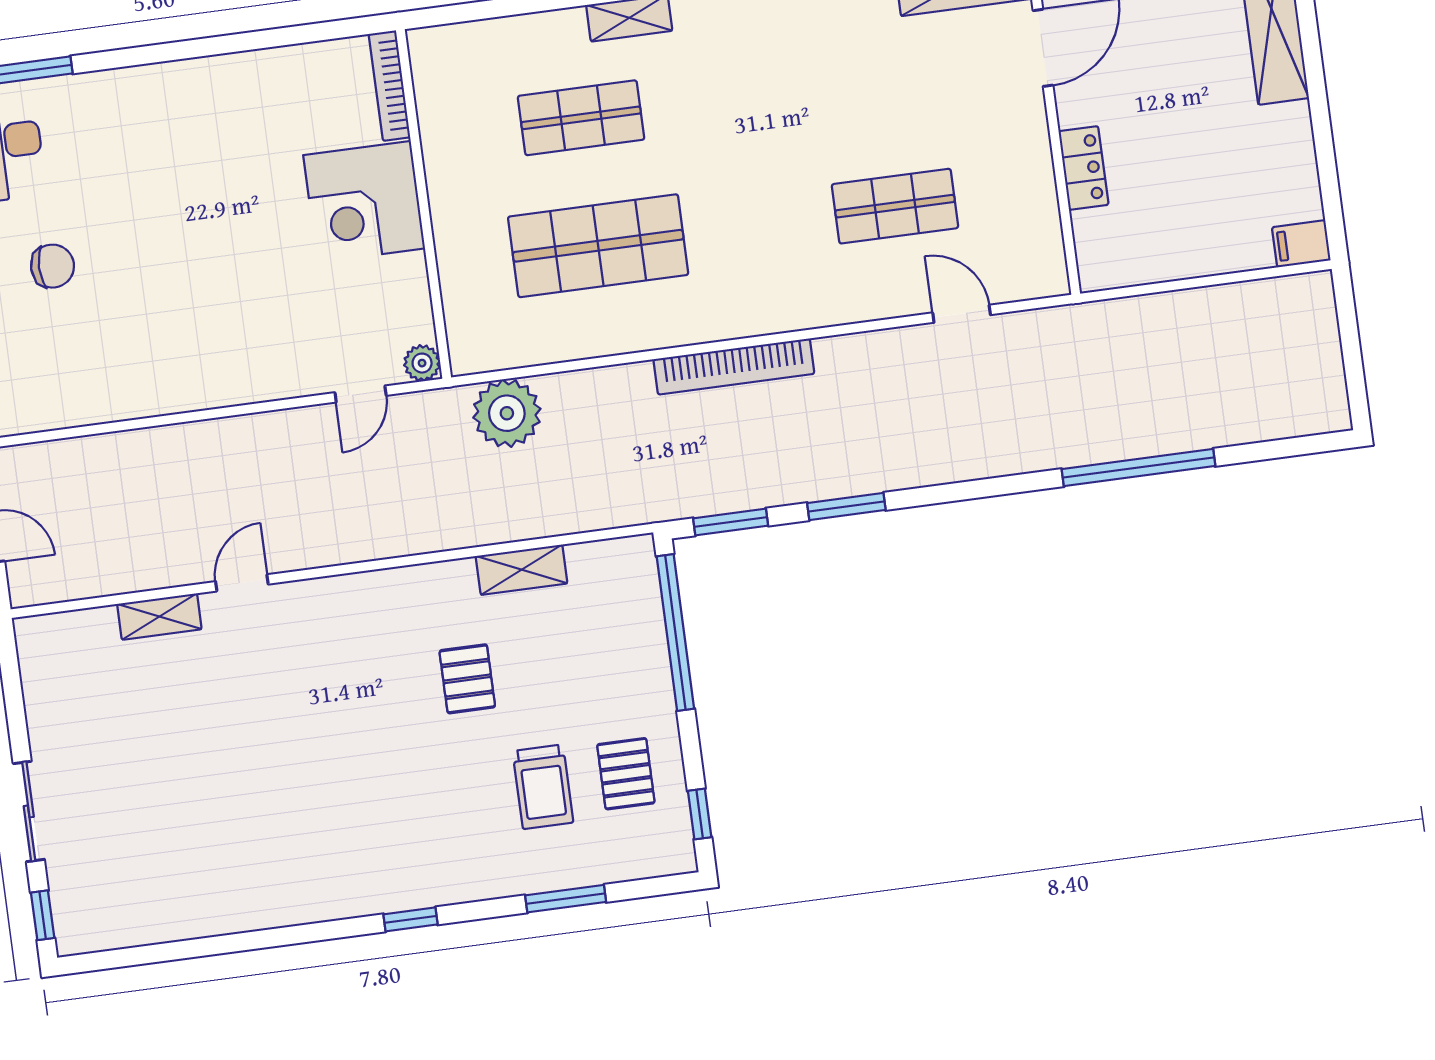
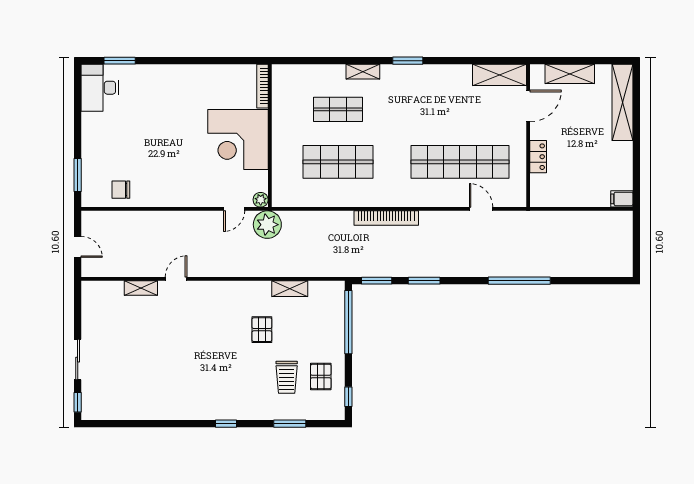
corner desk: (364, 202) -> (238, 140), width x1.36, depth x1.36
shop shelf: (895, 206) -> (460, 162), width x2.00, depth x1.36
chair: (53, 266) -> (121, 190), moved, turned 180
plant: (507, 413) -> (267, 225), moved
window: (1138, 468) -> (519, 281), moved

